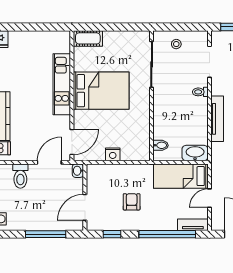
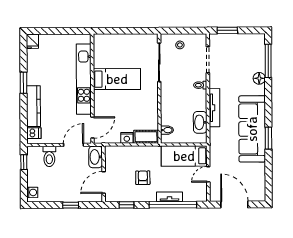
cot: (88, 38) -> (146, 137), moved
kitchen unit: (62, 84) -> (84, 79), width x1.36
bed: (101, 91) -> (117, 79), width x0.67
washbasin: (195, 153) -> (200, 122), moved, turned -90
washbasin: (78, 171) -> (96, 157), width x1.91, depth x1.45
tv unit: (193, 225) -> (169, 197), moved
window: (46, 234) -> (71, 205), width x0.46

